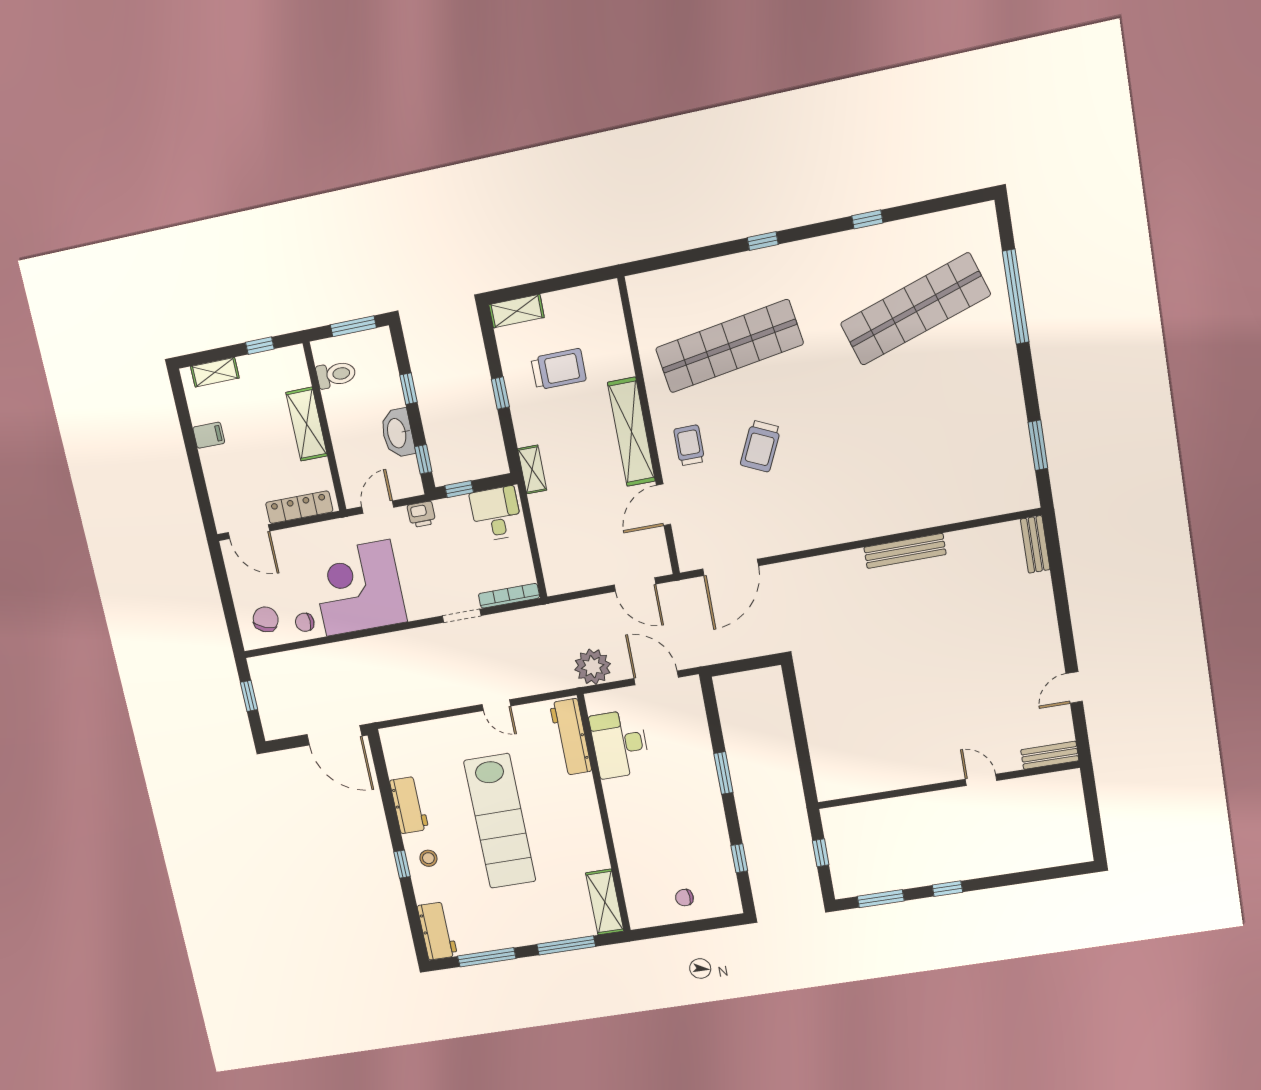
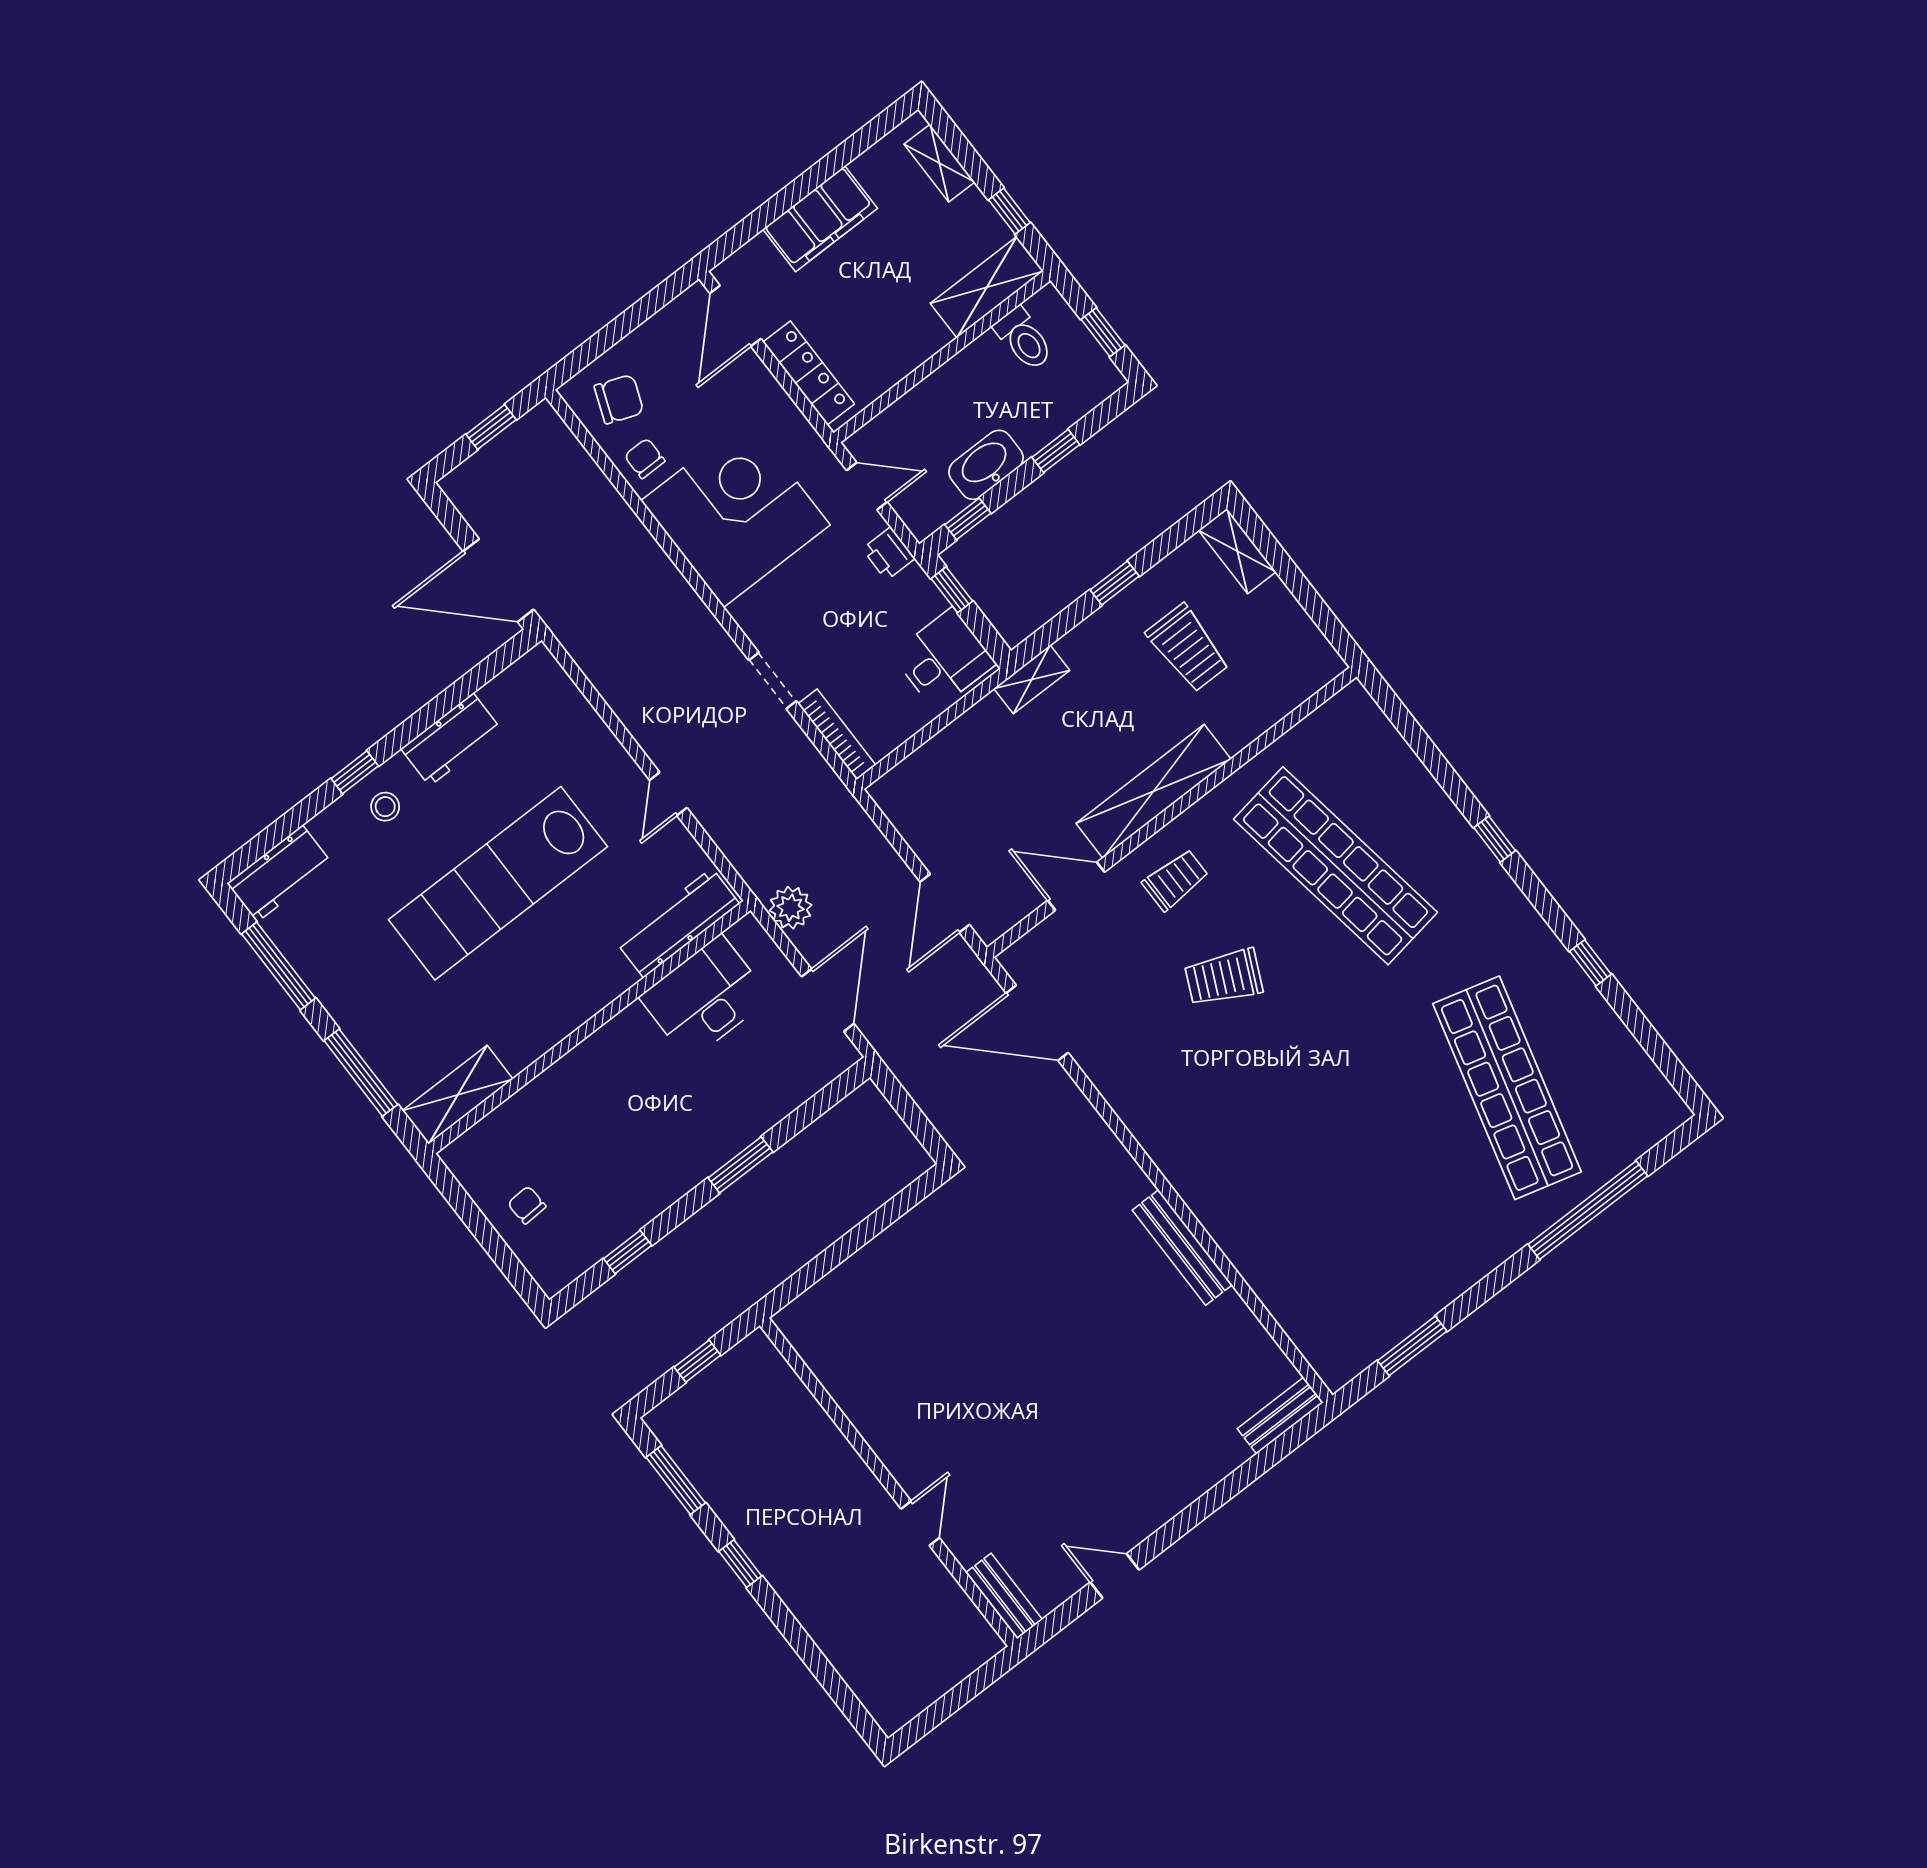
shop shelf: (915, 309) -> (1507, 1088), turned 33
window: (353, 326) -> (1103, 332), width x0.67
shelving: (307, 424) -> (987, 287), moved
filing cabinet: (209, 435) -> (820, 219), width x3.00, depth x1.17
plant: (593, 667) -> (791, 908), width x0.73, depth x0.73
door: (335, 735) -> (498, 580), hinge flipped

